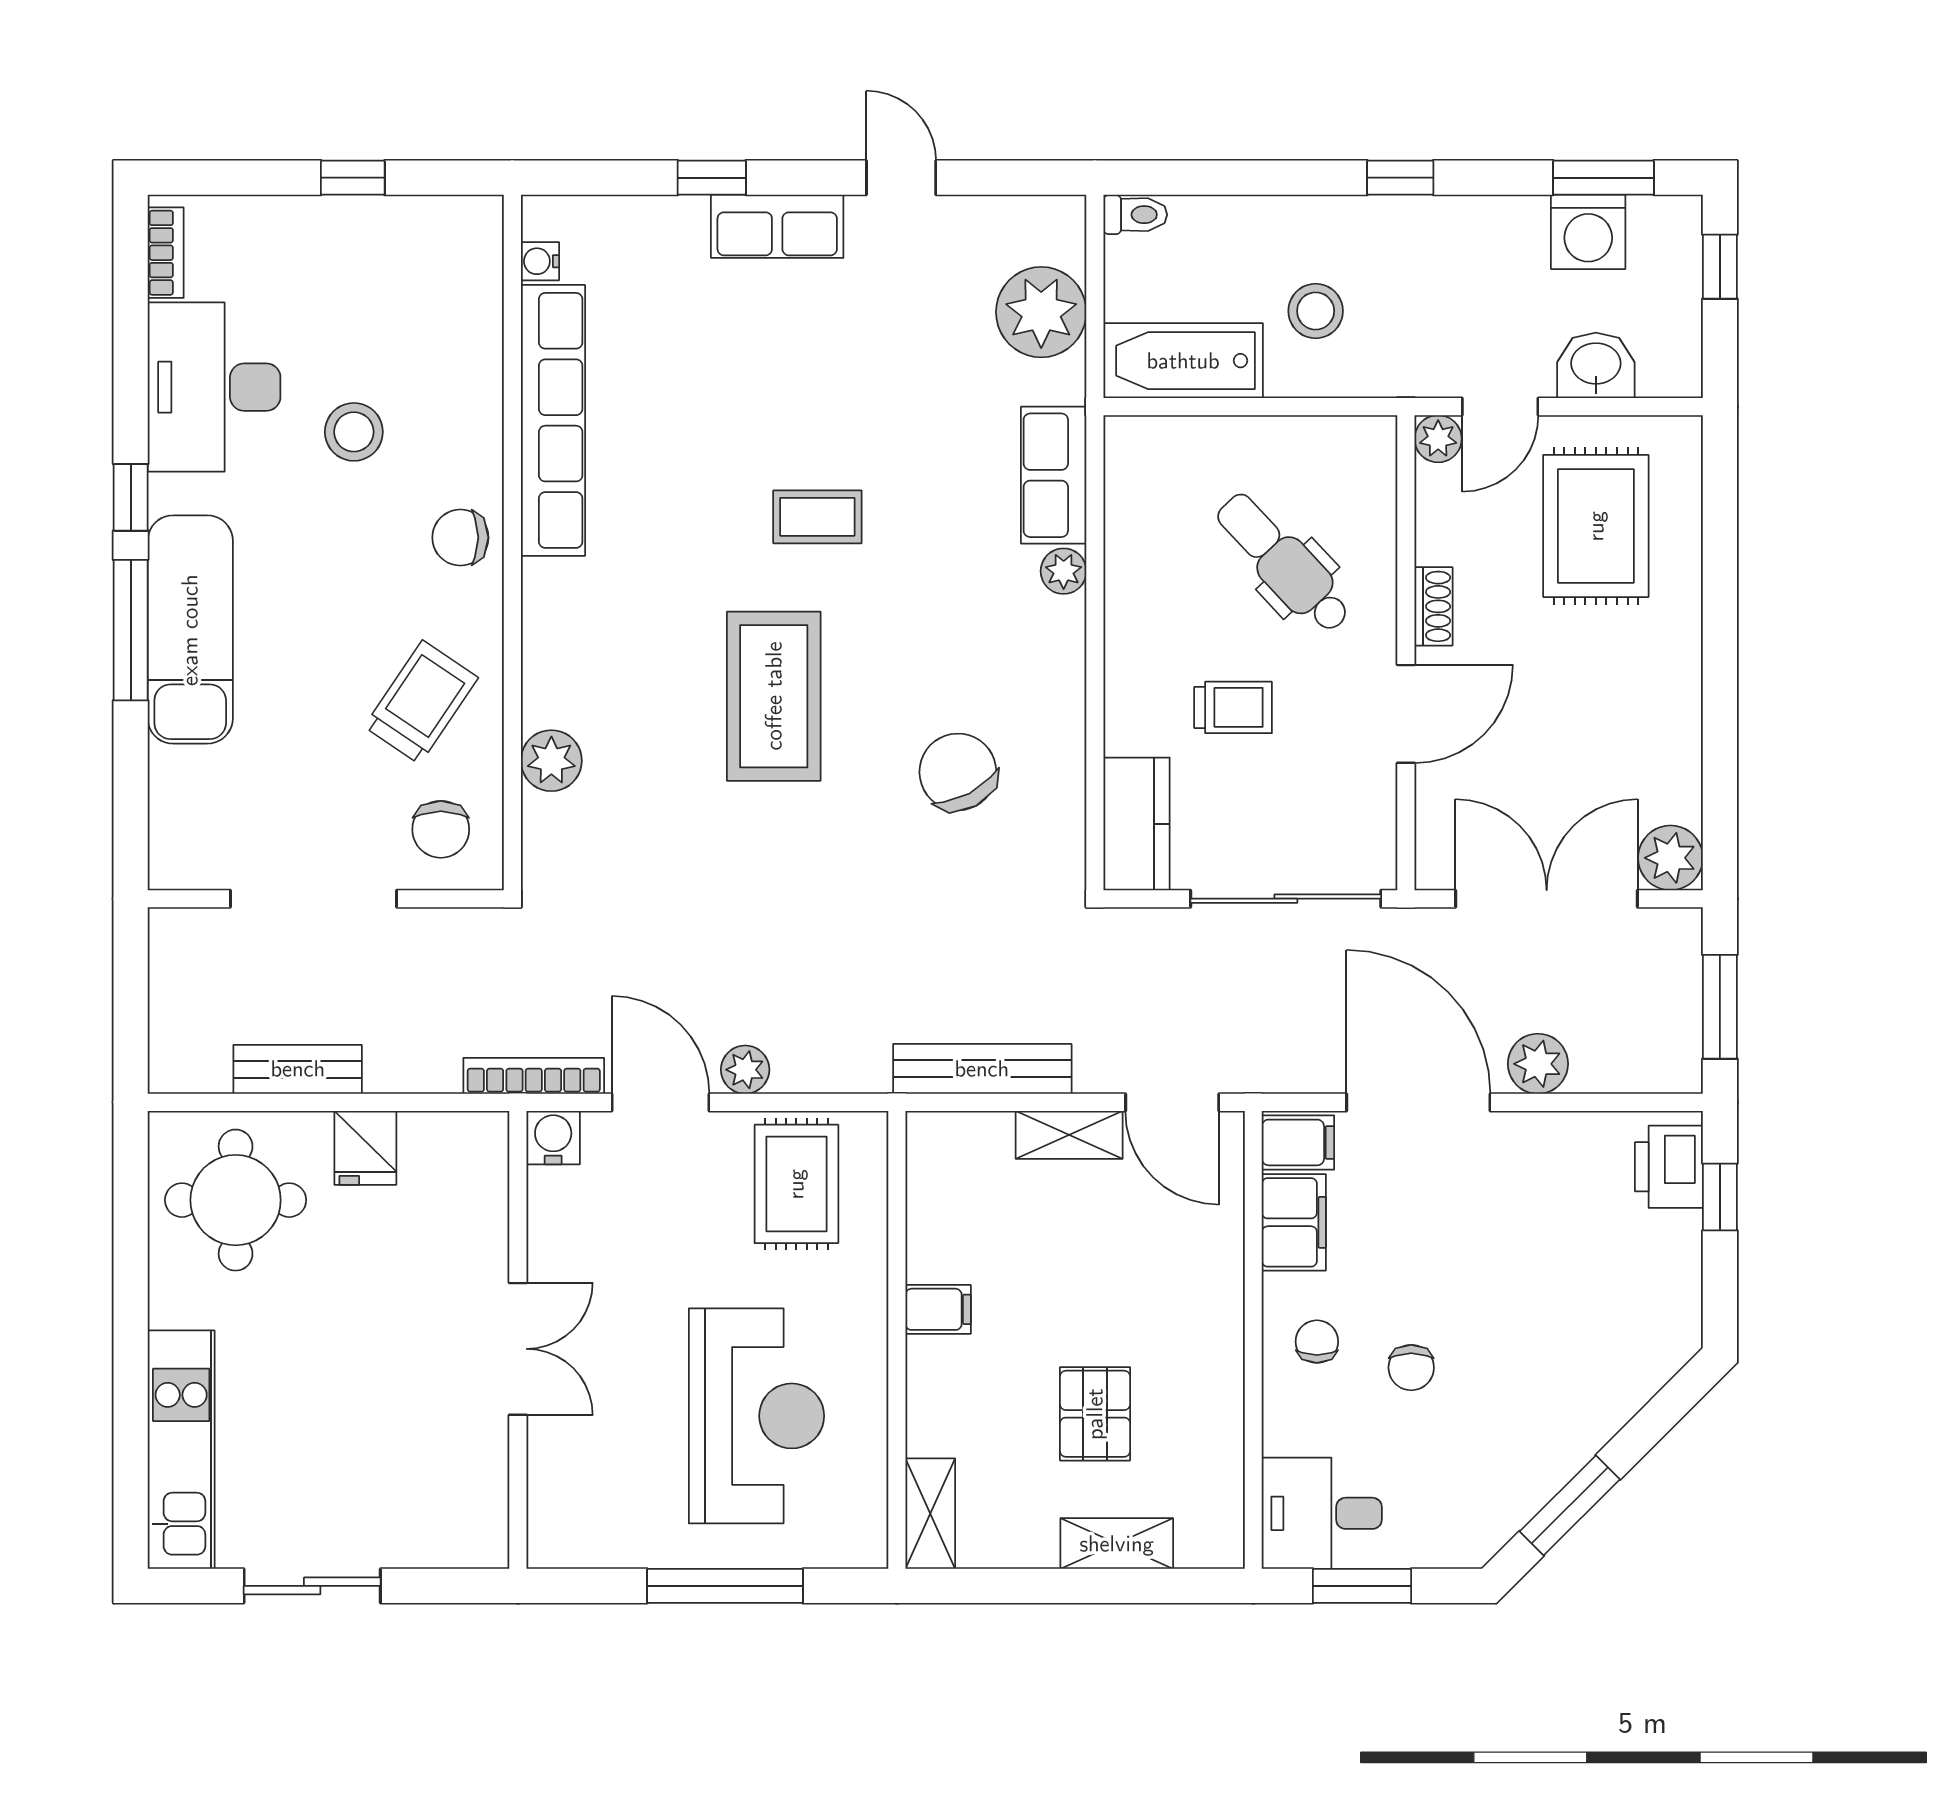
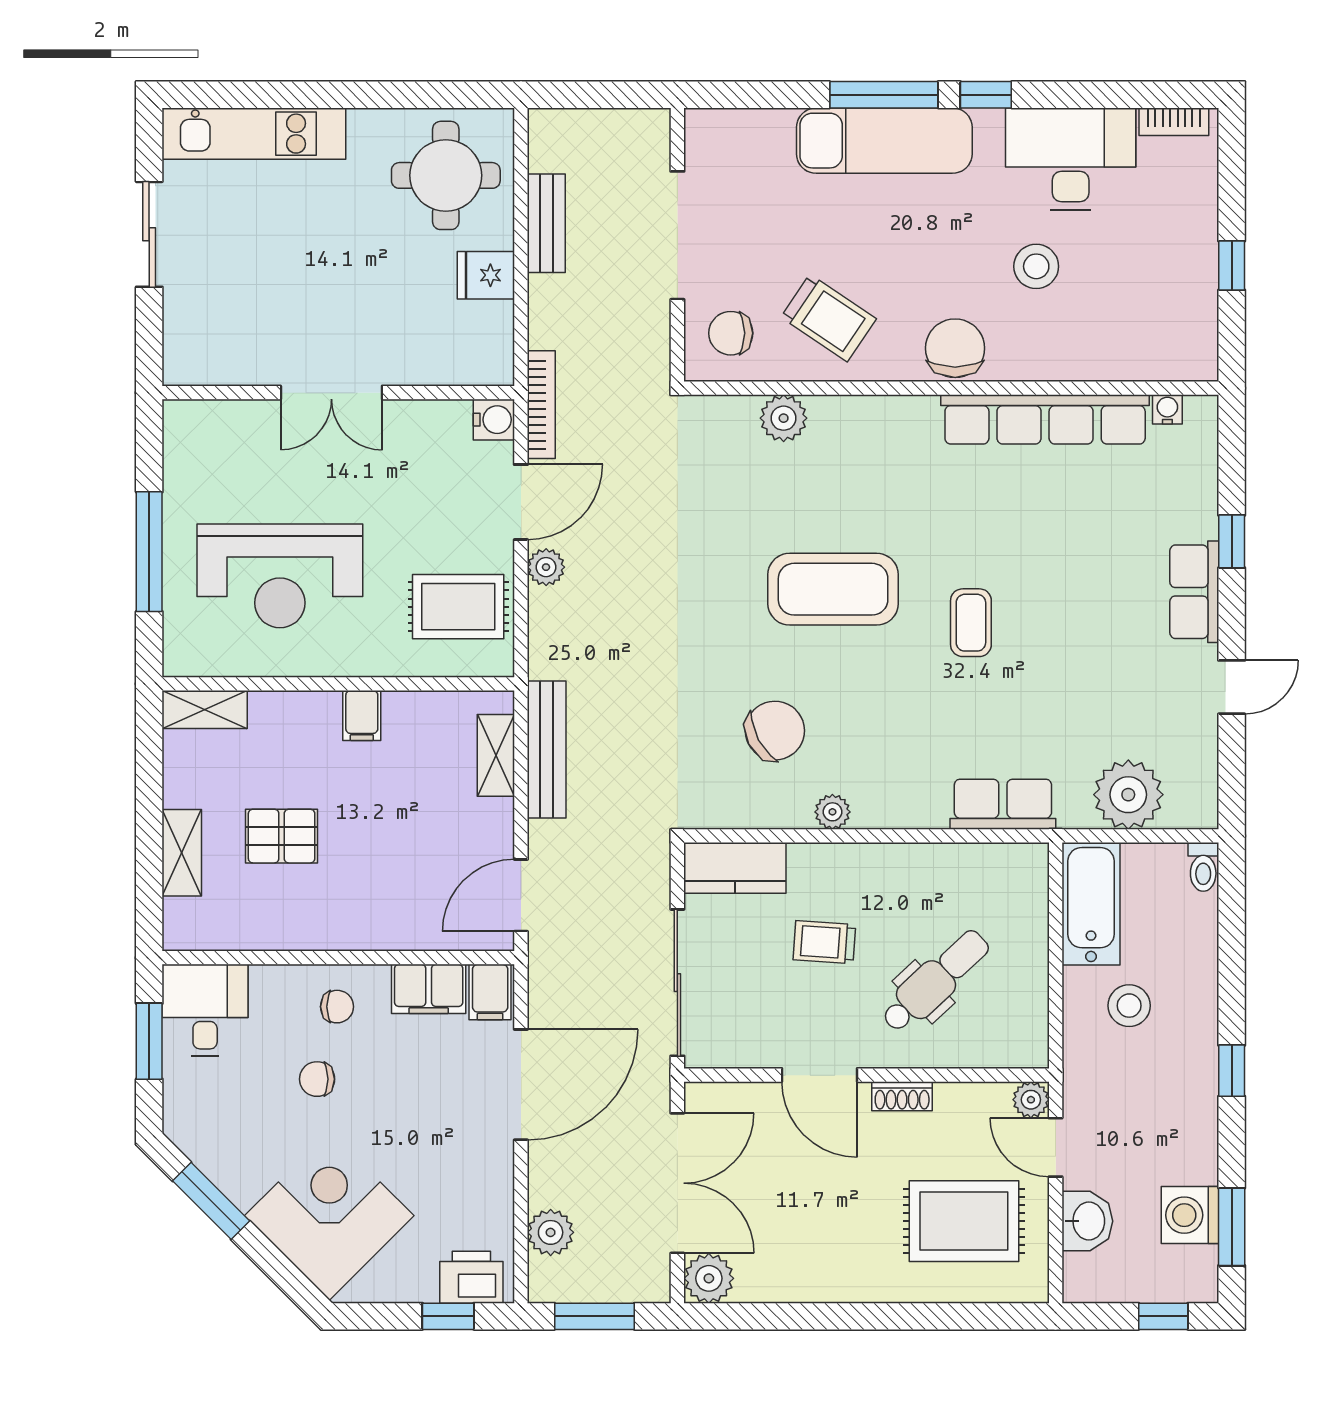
chair: (460, 538) -> (955, 348), width x1.37, depth x1.37
plant: (1064, 571) -> (832, 812), moved
trolley: (1233, 707) -> (824, 942), turned 94
plant: (1538, 1064) -> (551, 1232), moved
shelving: (1069, 1135) -> (496, 755), moved
corner desk: (1589, 1352) -> (329, 1216), added

